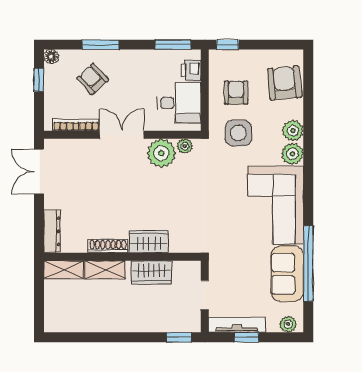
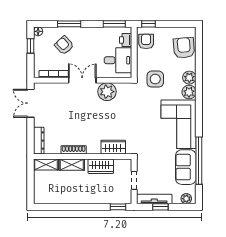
armchair: (236, 93) -> (146, 41), moved
plant: (185, 146) -> (122, 87), removed
wardrobe: (149, 242) -> (113, 147), moved

